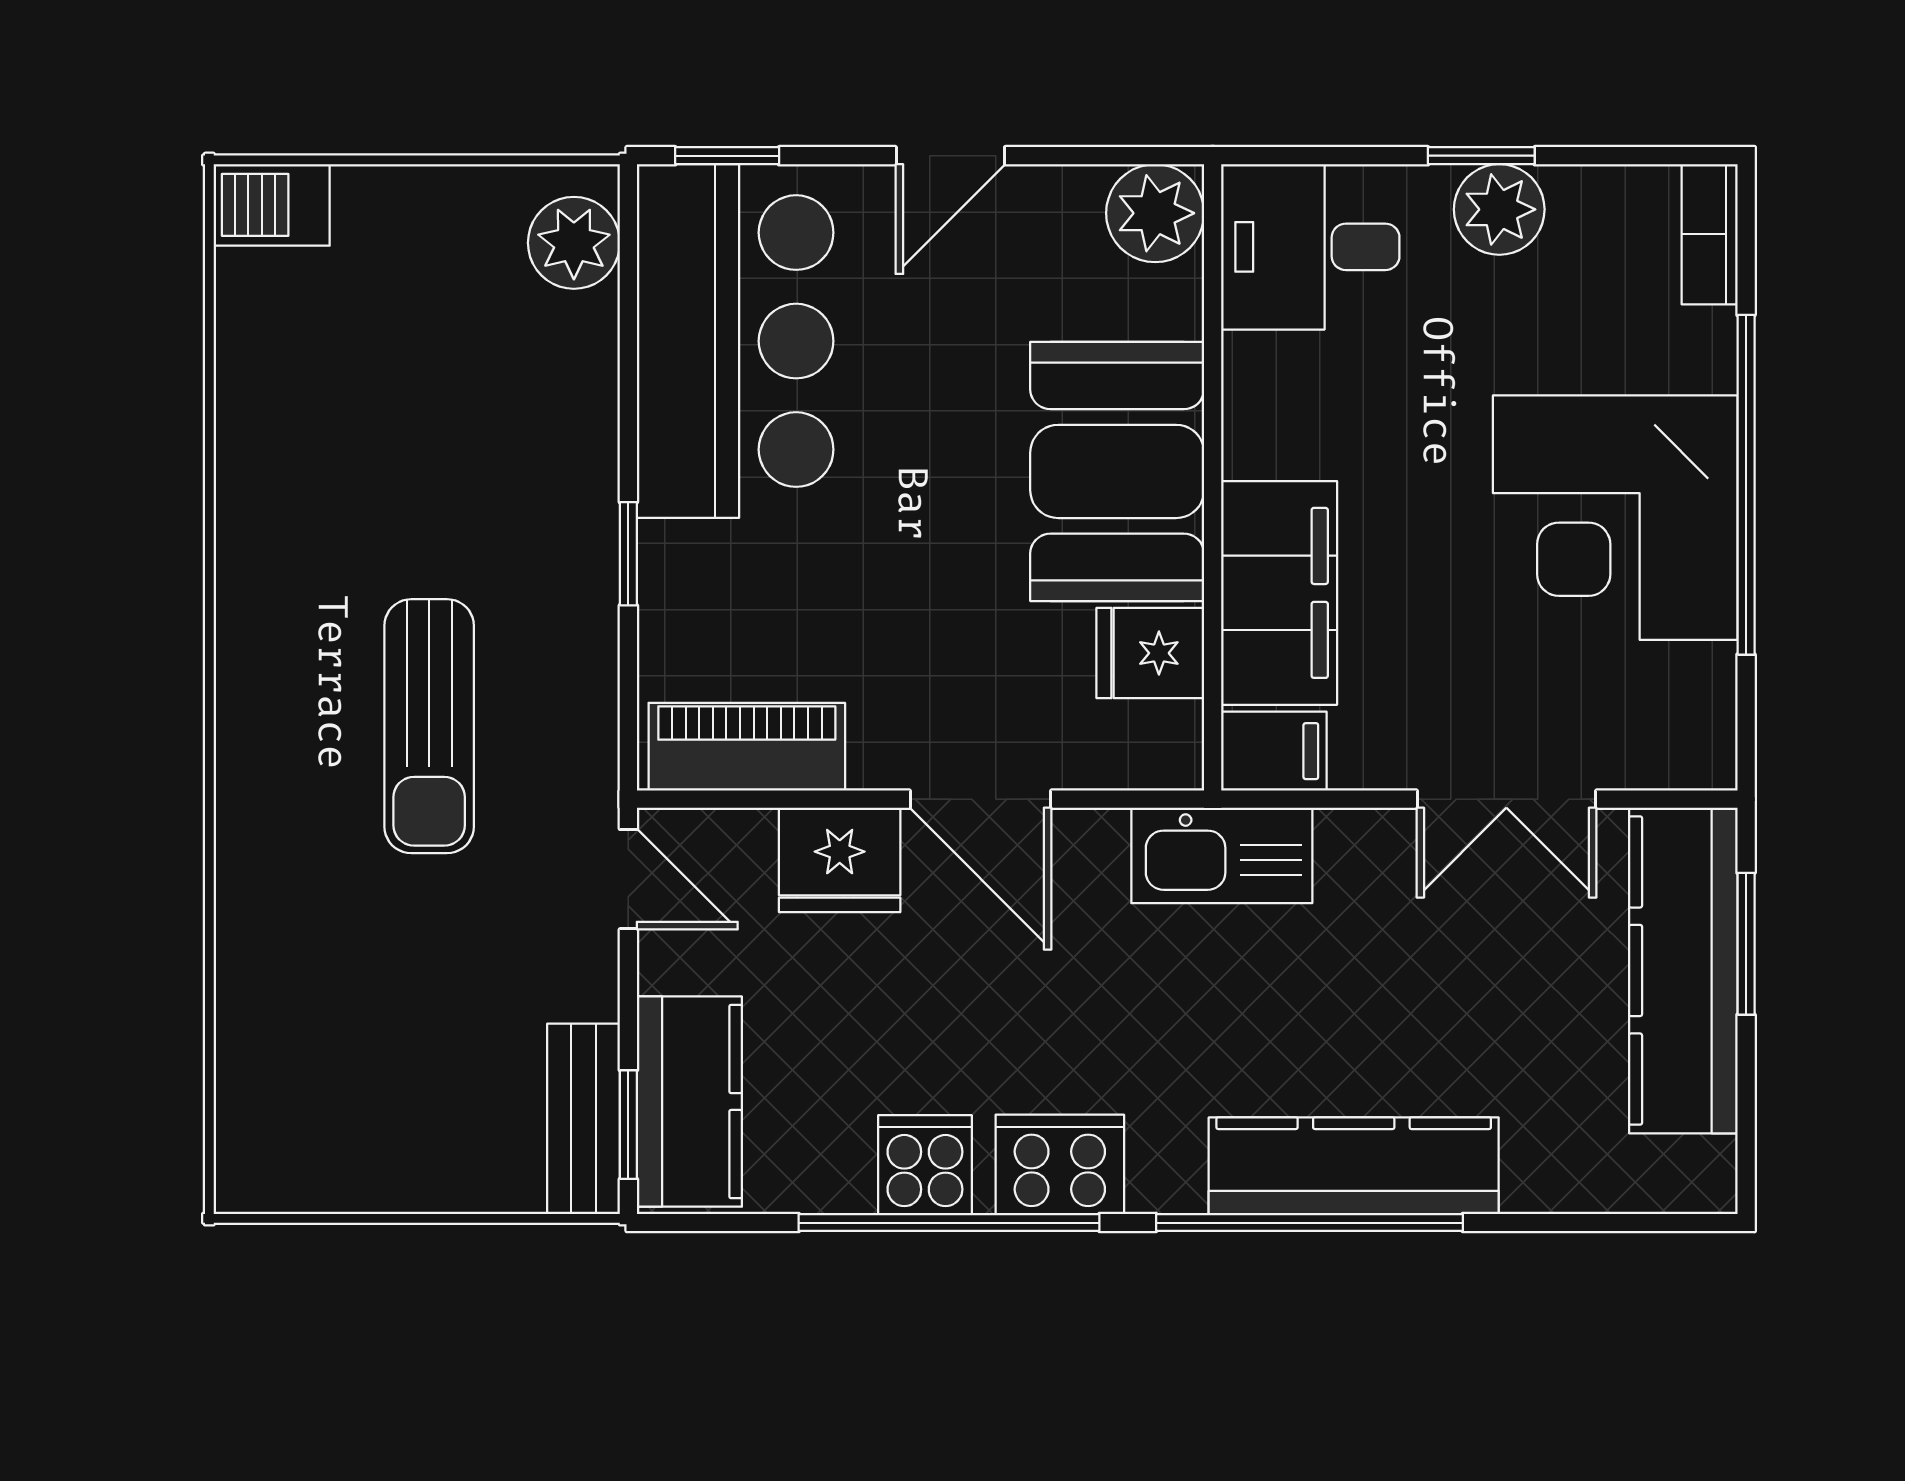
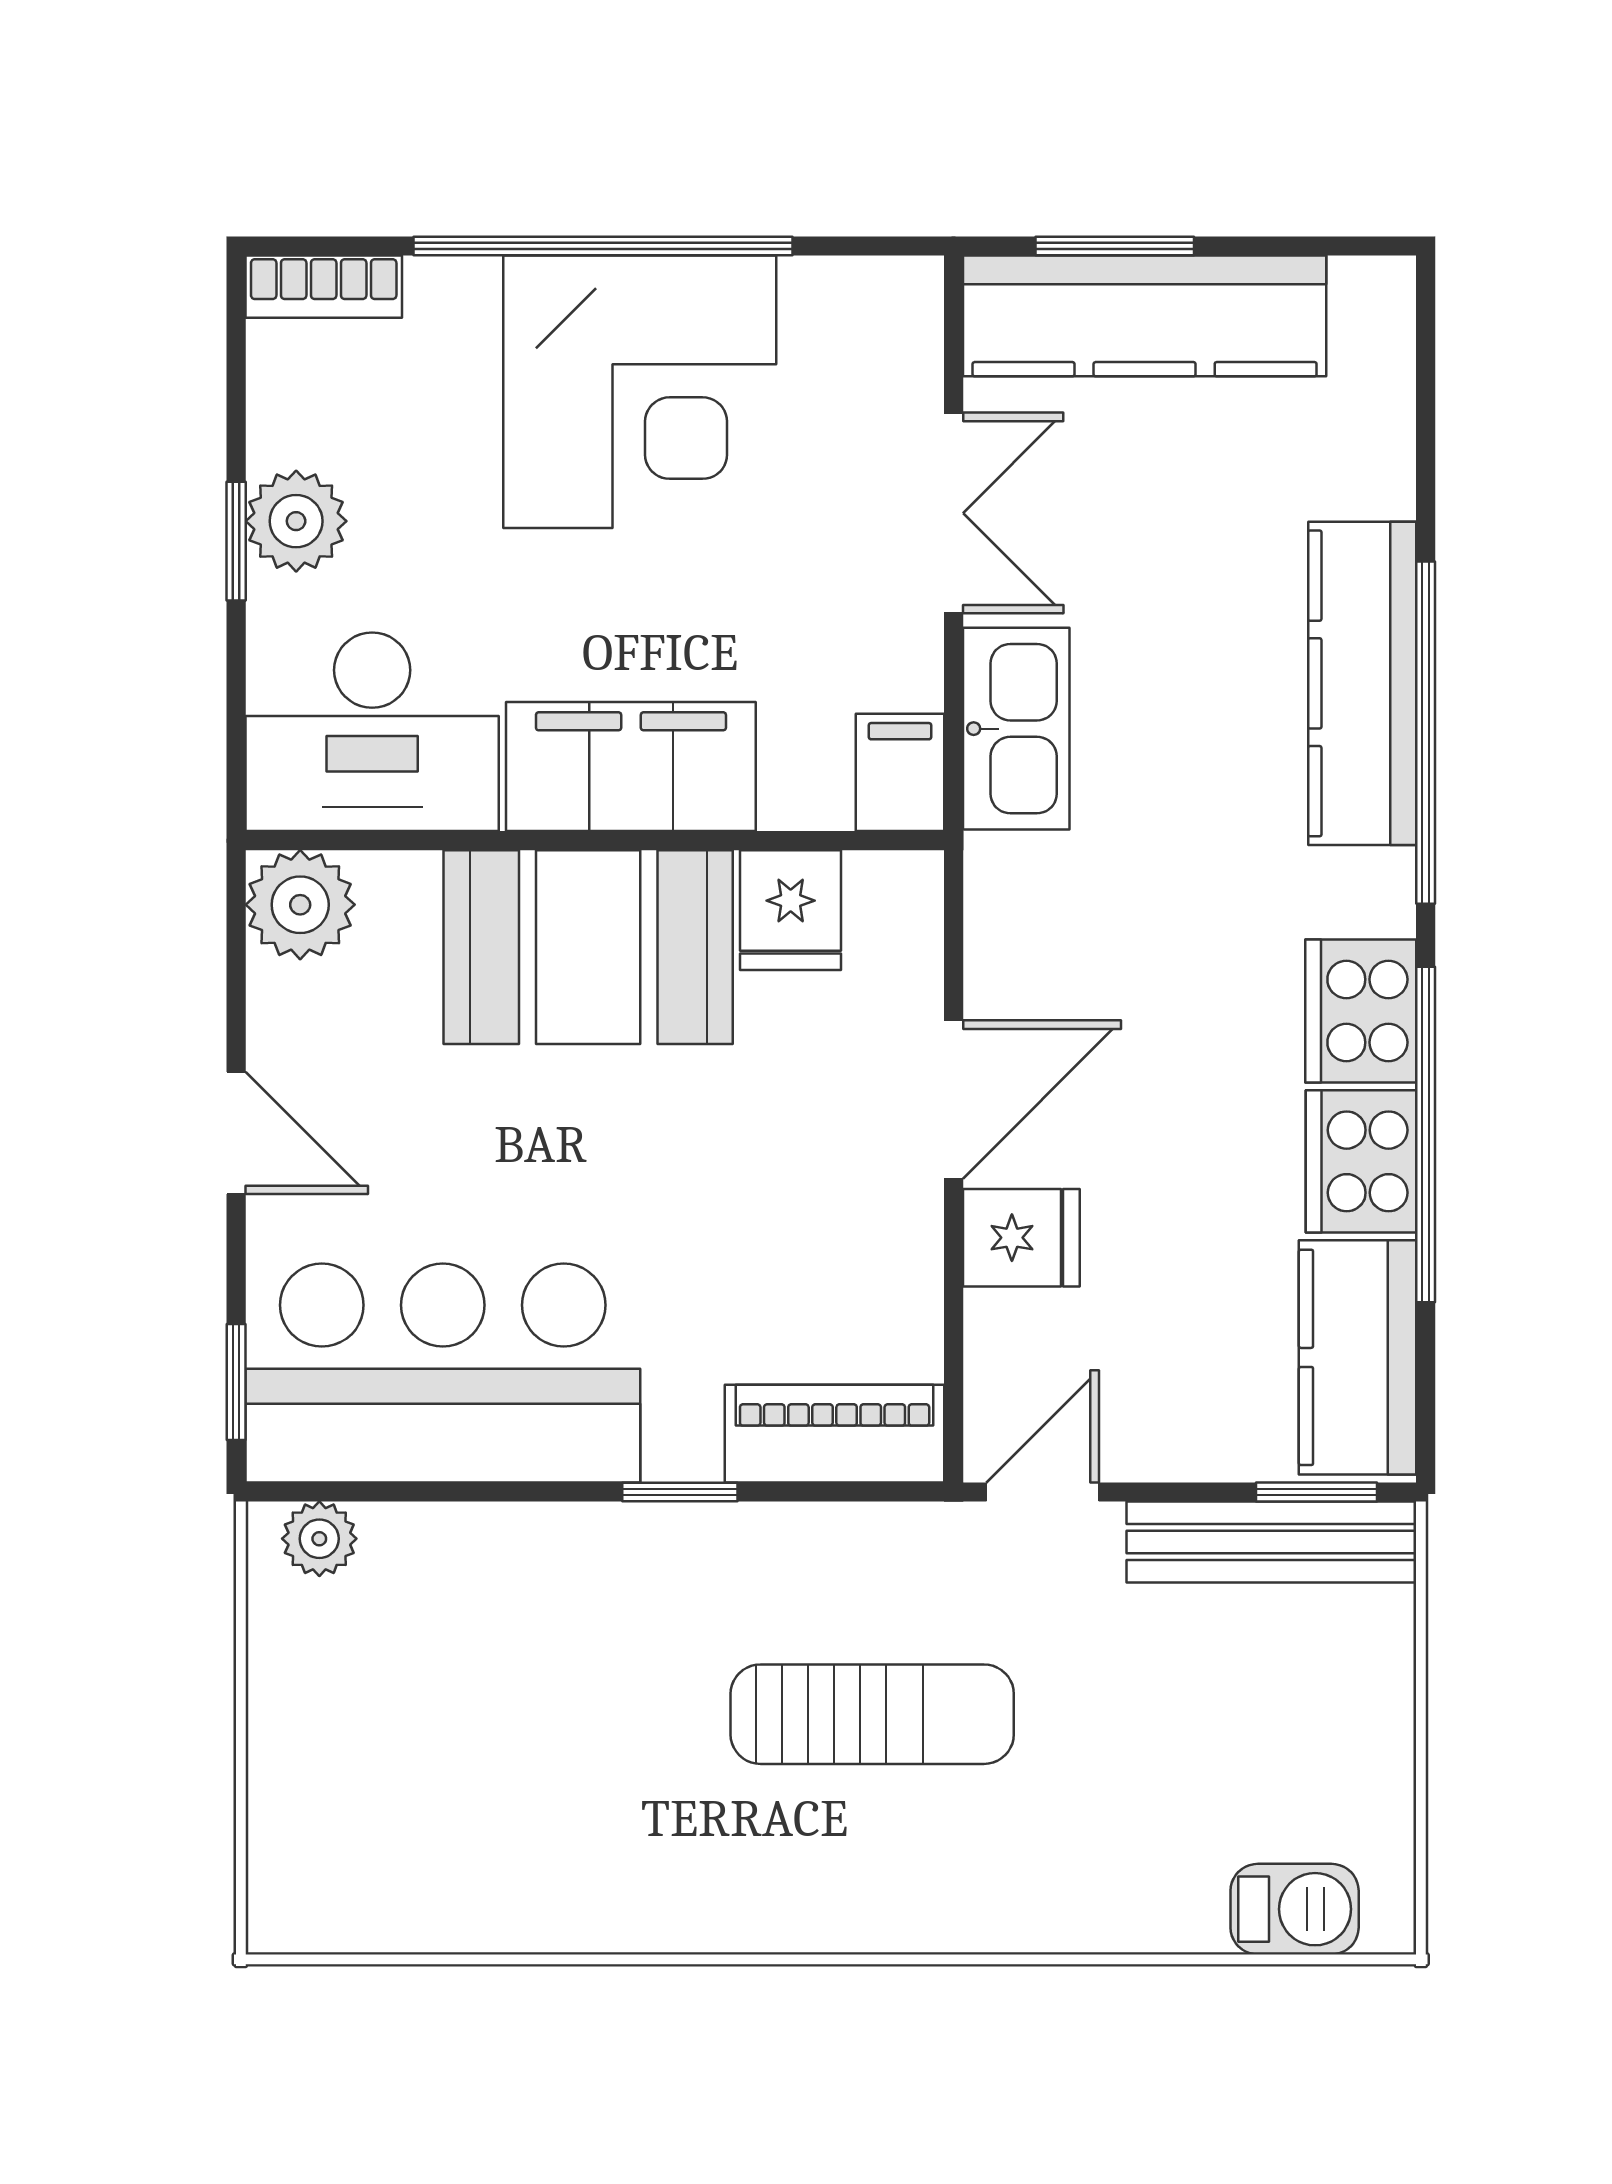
barbecue: (272, 205) -> (1295, 1909), moved, turned -90
plant: (574, 243) -> (319, 1539), width x0.73, depth x0.73
desk: (1310, 247) -> (372, 732), width x1.37
filing cabinet: (1279, 593) -> (631, 767), moved
piano: (747, 747) -> (835, 1434), moved, turned 90
kitchen sink: (1222, 855) -> (1016, 729), moved
fridge: (840, 860) -> (1021, 1238), width x0.72
kitchen counter: (689, 1102) -> (1358, 1357), moved, turned -90
bench: (584, 1119) -> (1271, 1542), width x1.36
cooker: (925, 1165) -> (1361, 1161), width x1.36

